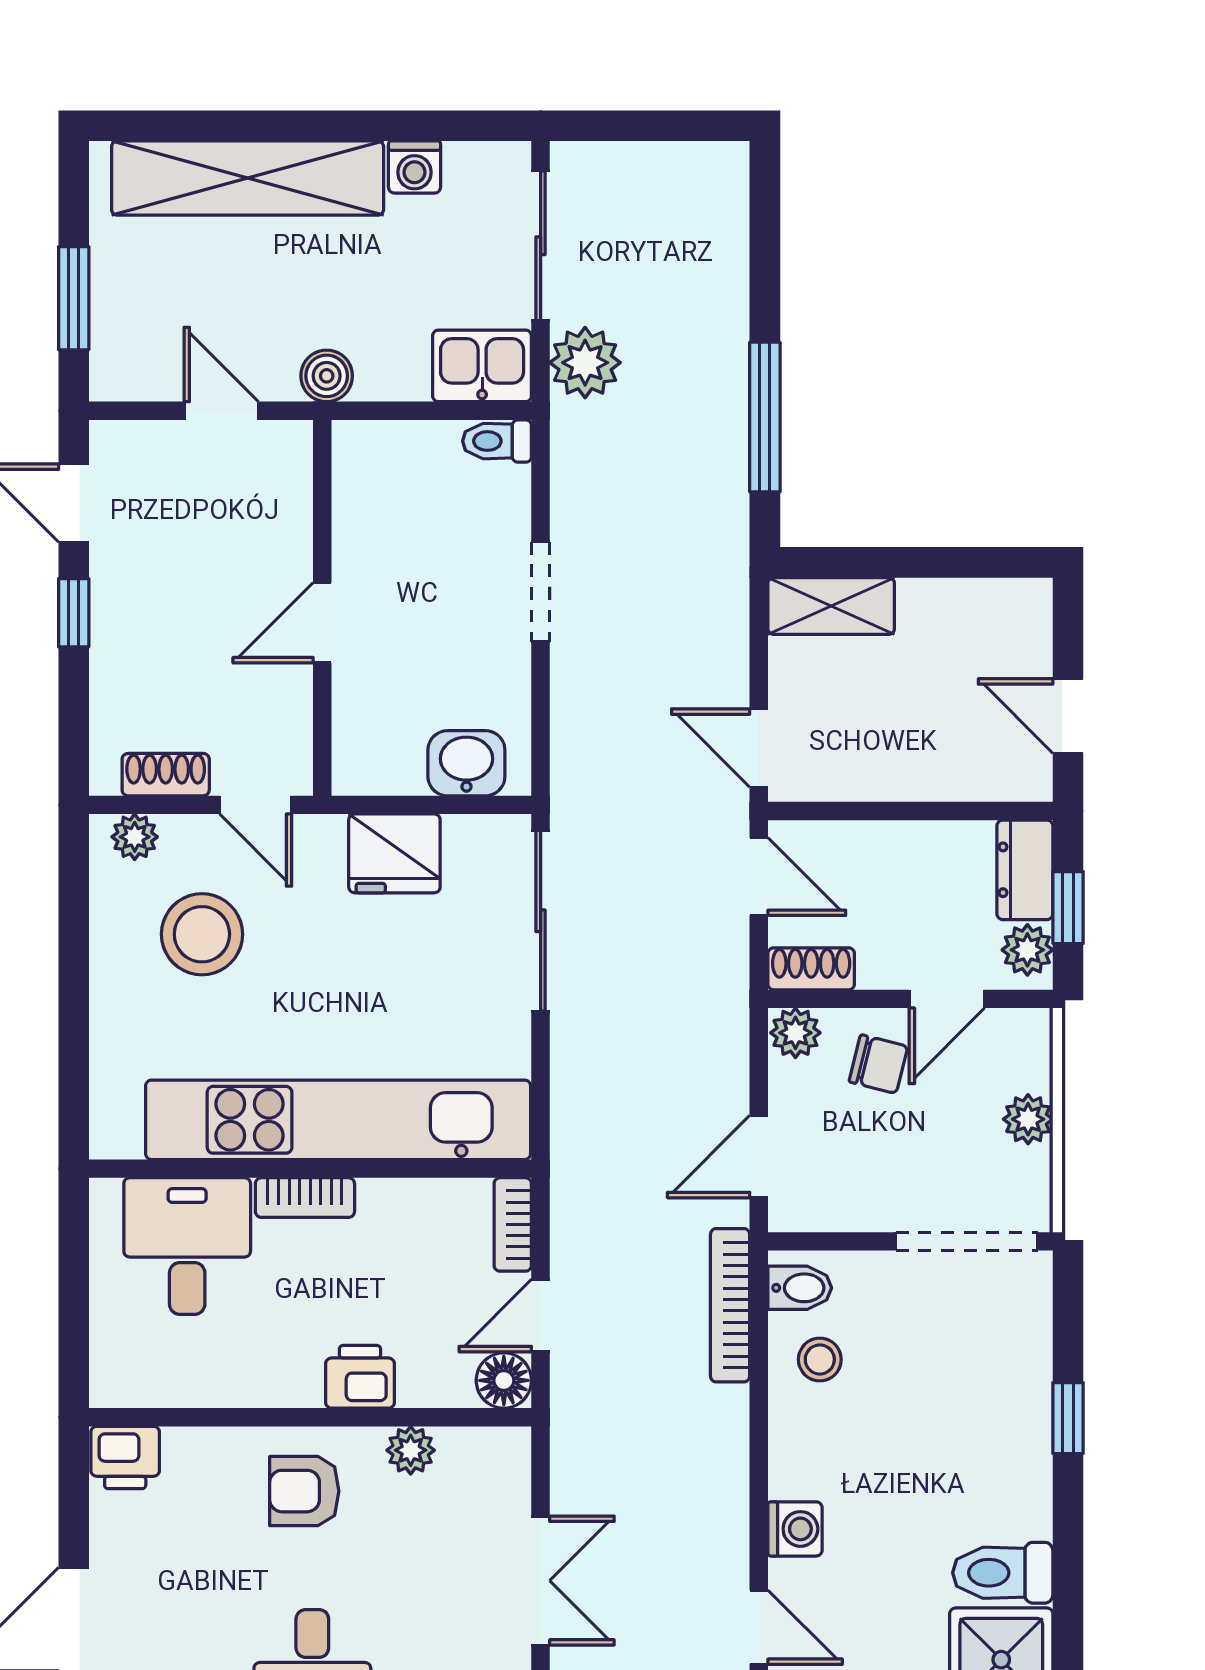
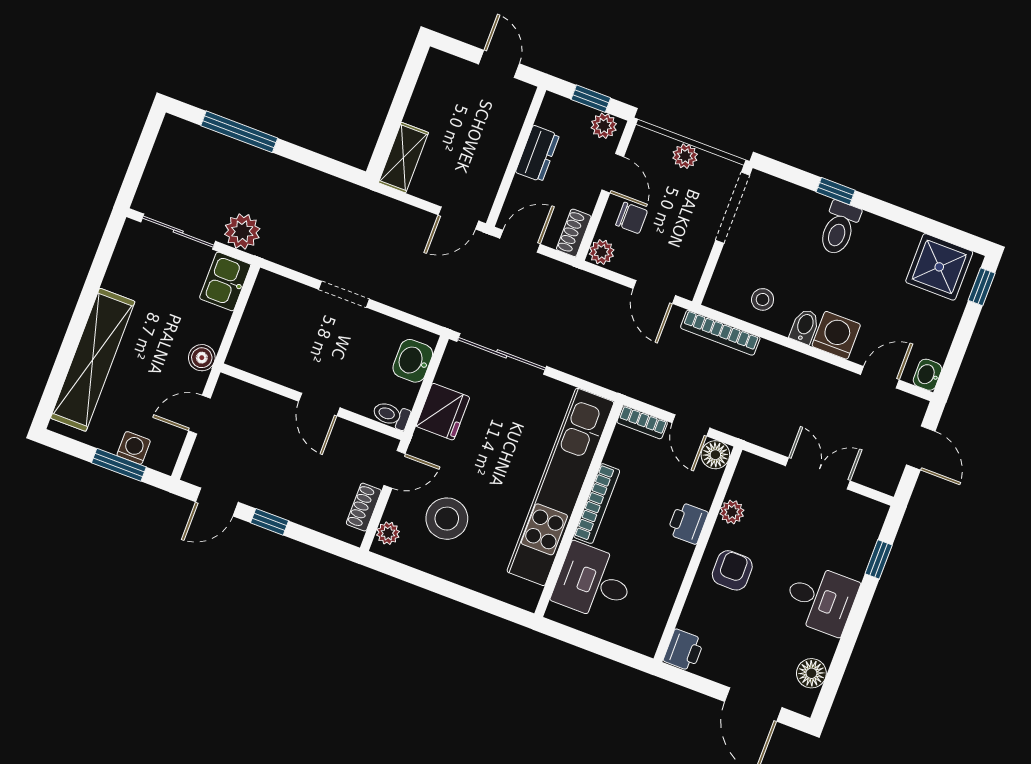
washing machine: (415, 167) -> (134, 448), moved, turned -90
window: (765, 417) -> (239, 132), moved
toilet: (497, 441) -> (391, 415), moved, turned 90
door: (1068, 716) -> (499, 64), swing flipped
dresser: (1025, 870) -> (538, 154), moved, turned -90
chair: (878, 1064) -> (632, 218), turned 76
bookcase: (305, 1198) -> (597, 504), width x1.56
bidet: (800, 1288) -> (805, 326), moved
armchair: (304, 1491) -> (732, 570), turned 180
washing machine: (795, 1529) -> (836, 335), width x1.38, depth x1.38
toilet: (1003, 1573) -> (839, 228), moved

